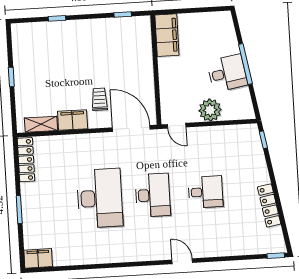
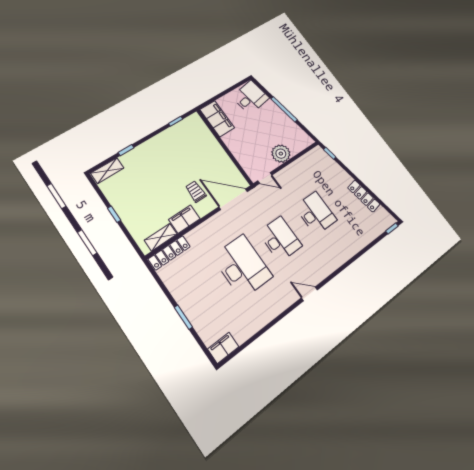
shelving: (28, 30) -> (107, 171), added
desk: (227, 73) -> (250, 97), moved
locker: (26, 160) -> (169, 253), moved, turned 90
desk: (206, 192) -> (316, 213), width x1.37
door: (182, 261) -> (309, 294), moved

